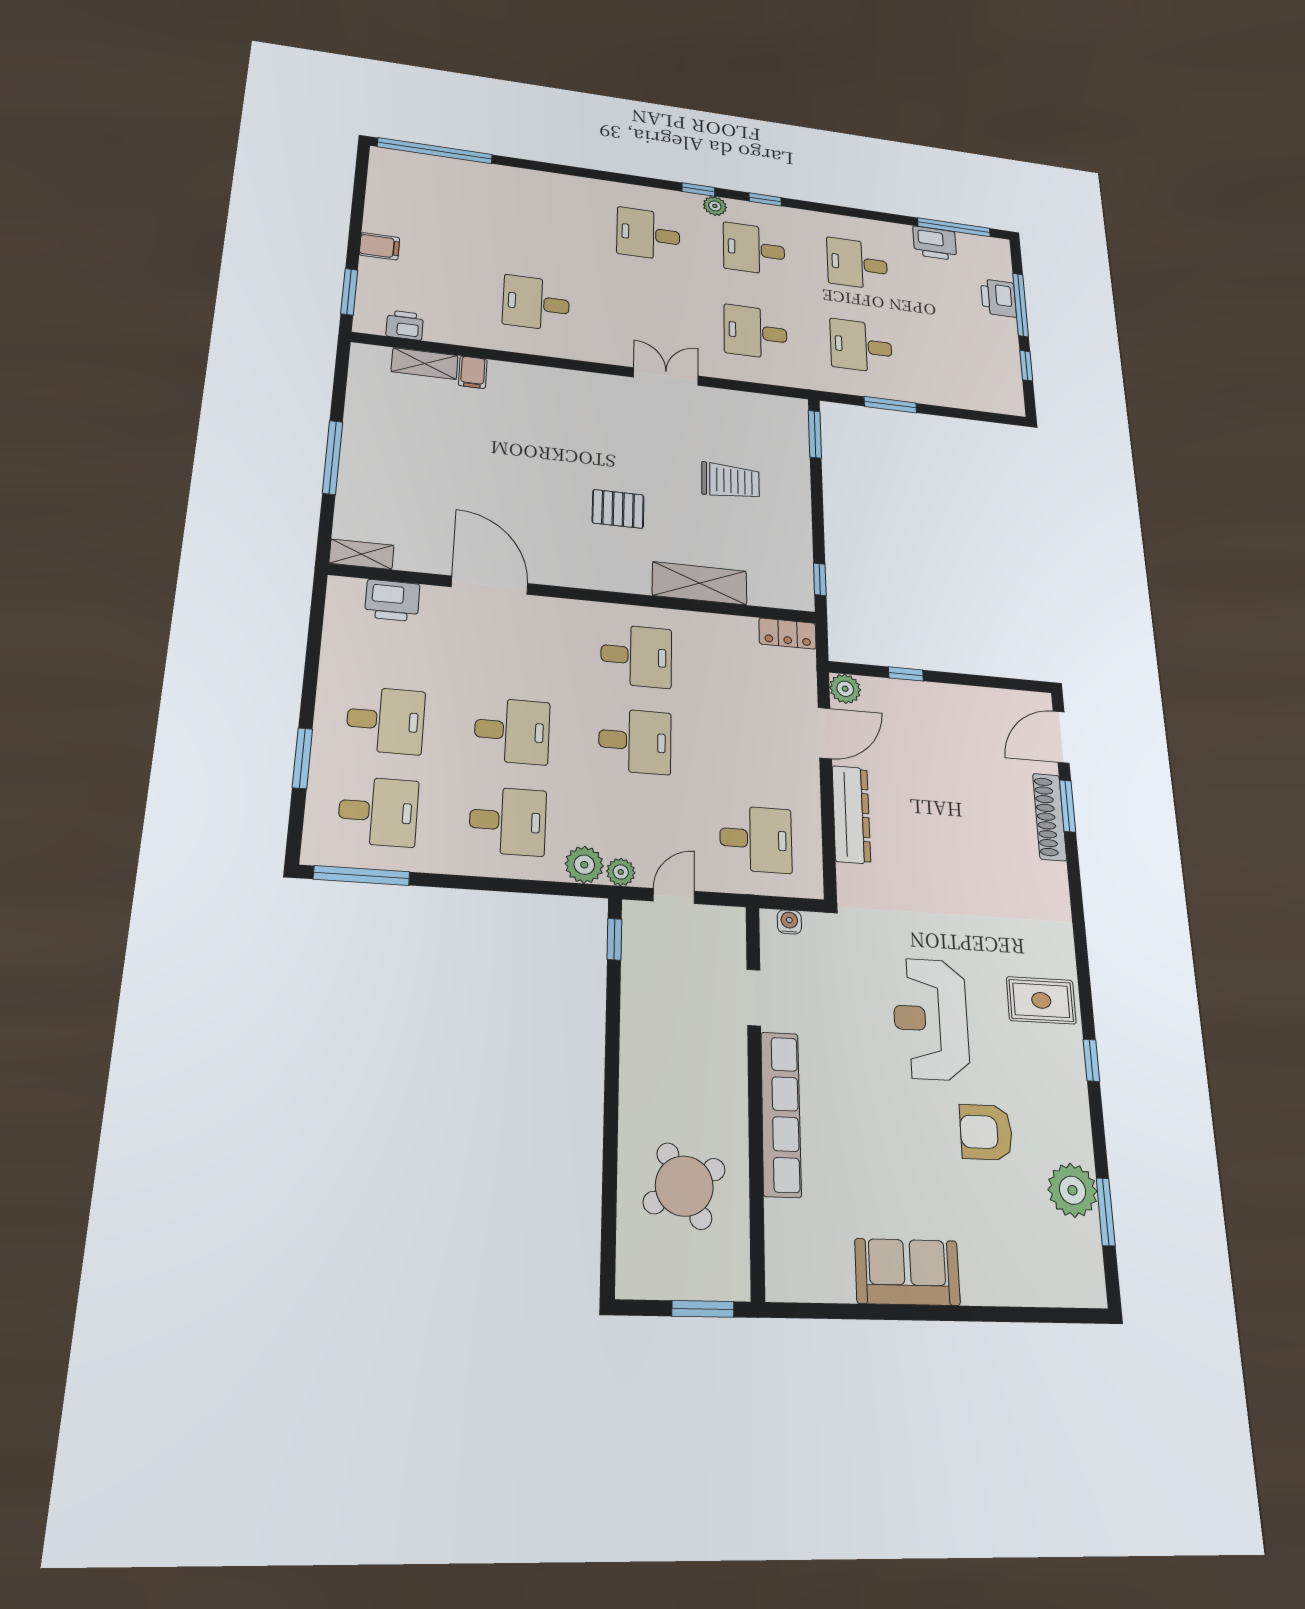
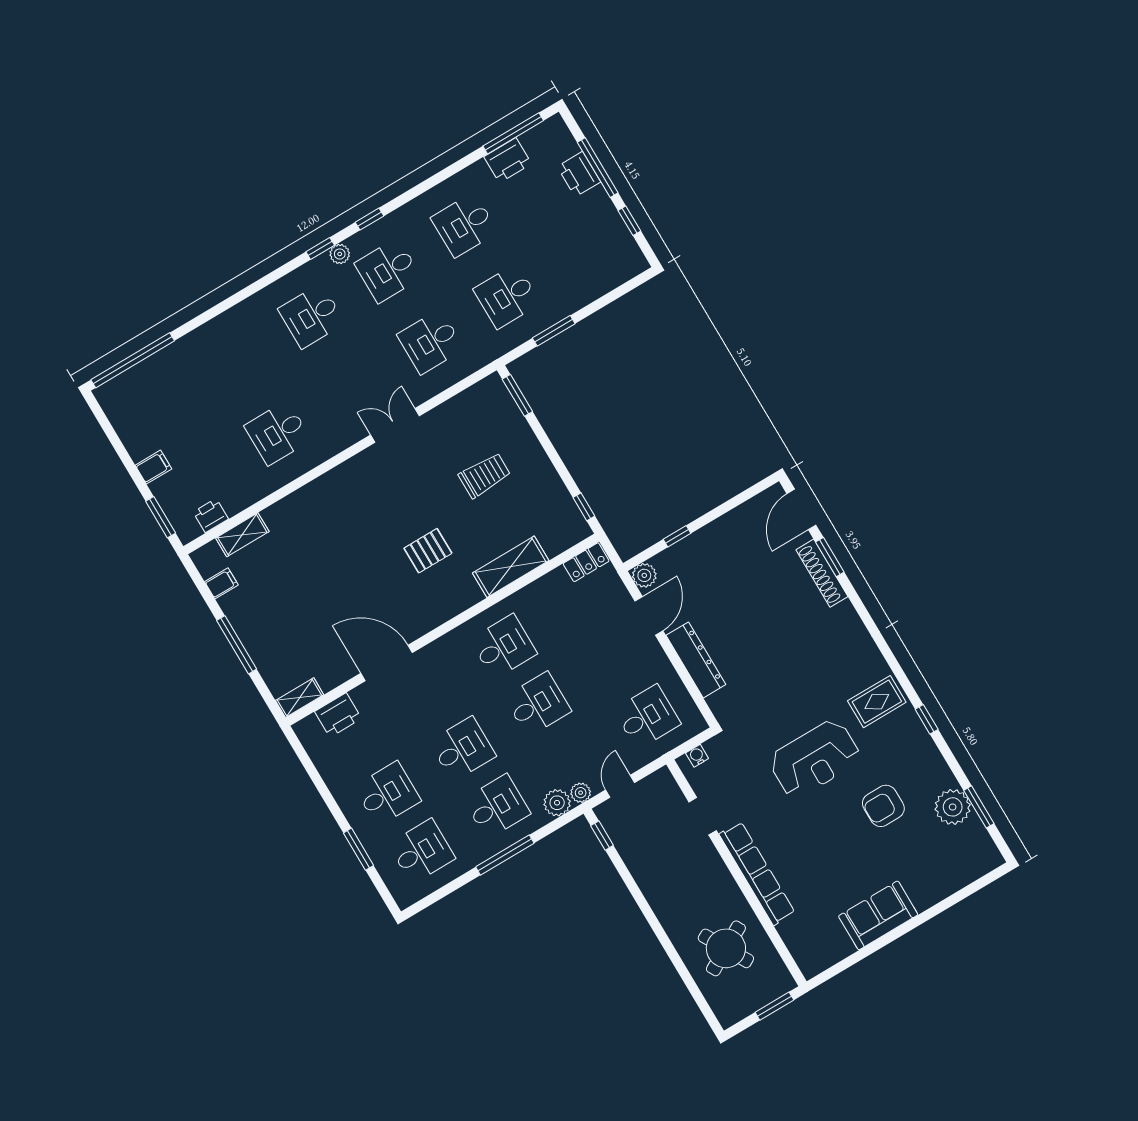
filing cabinet: (473, 372) -> (221, 583), moved, turned -90
window: (362, 876) -> (505, 855), moved
reception desk: (931, 1019) -> (815, 759), turned -90

